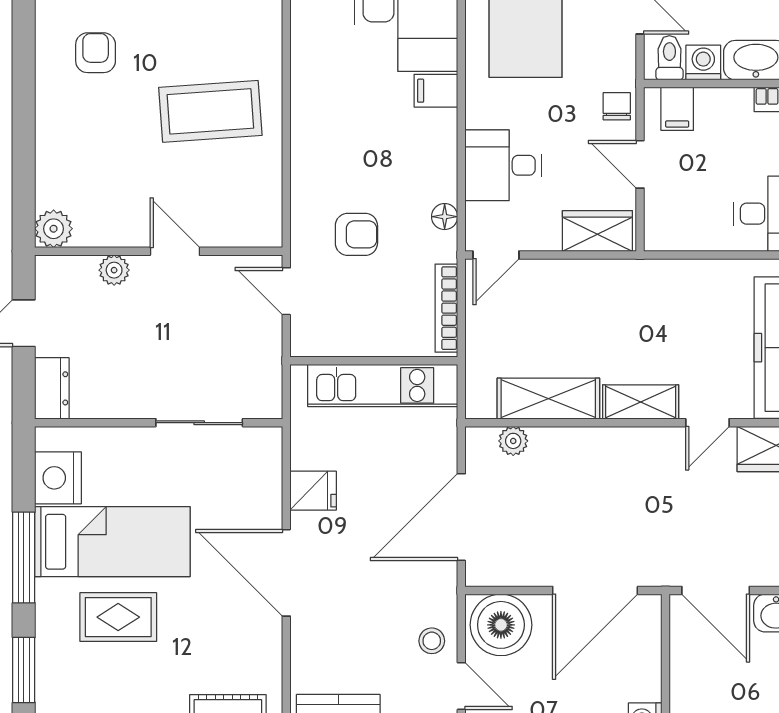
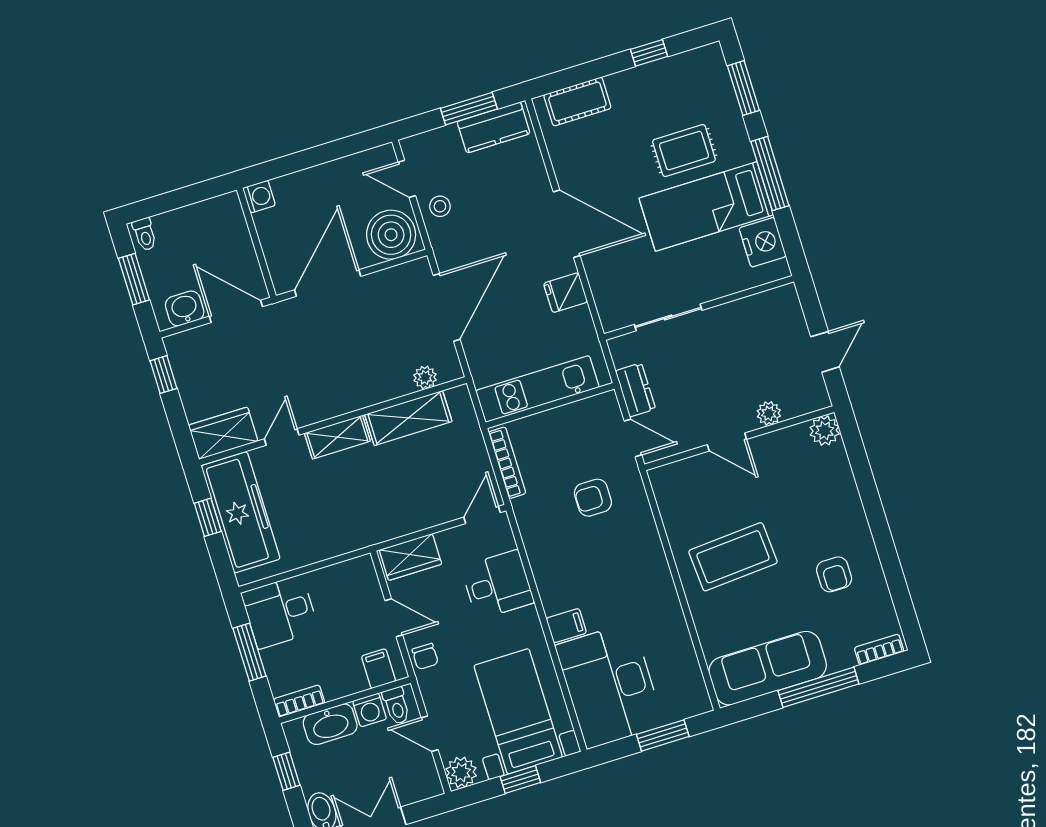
floor lamp: (445, 217) -> (530, 532), removed
dresser: (52, 388) -> (635, 390), moved, turned 180

